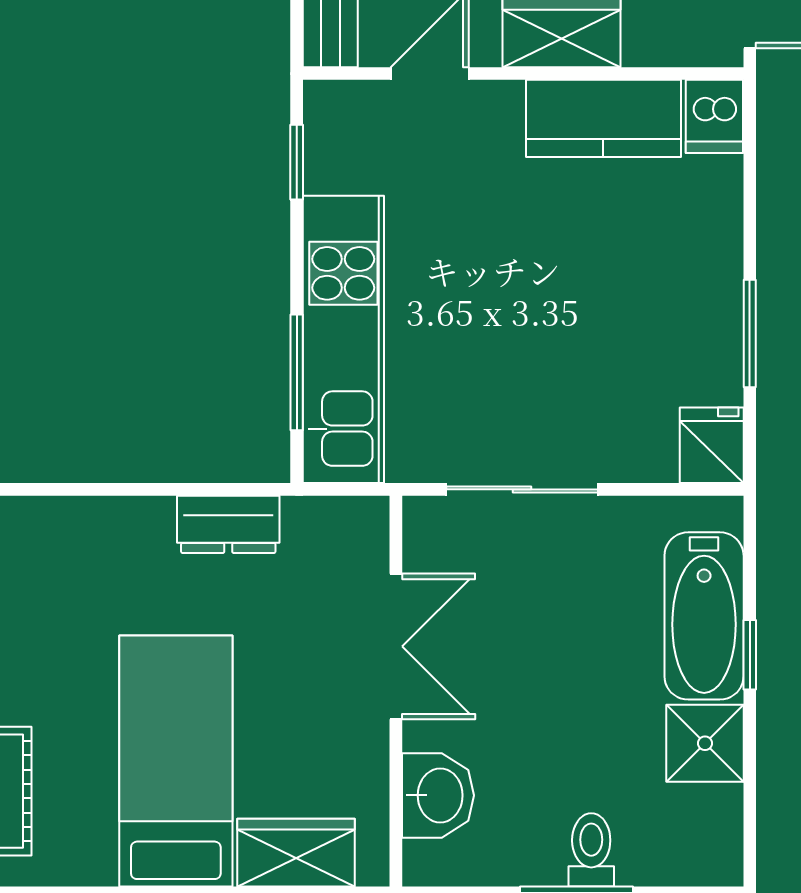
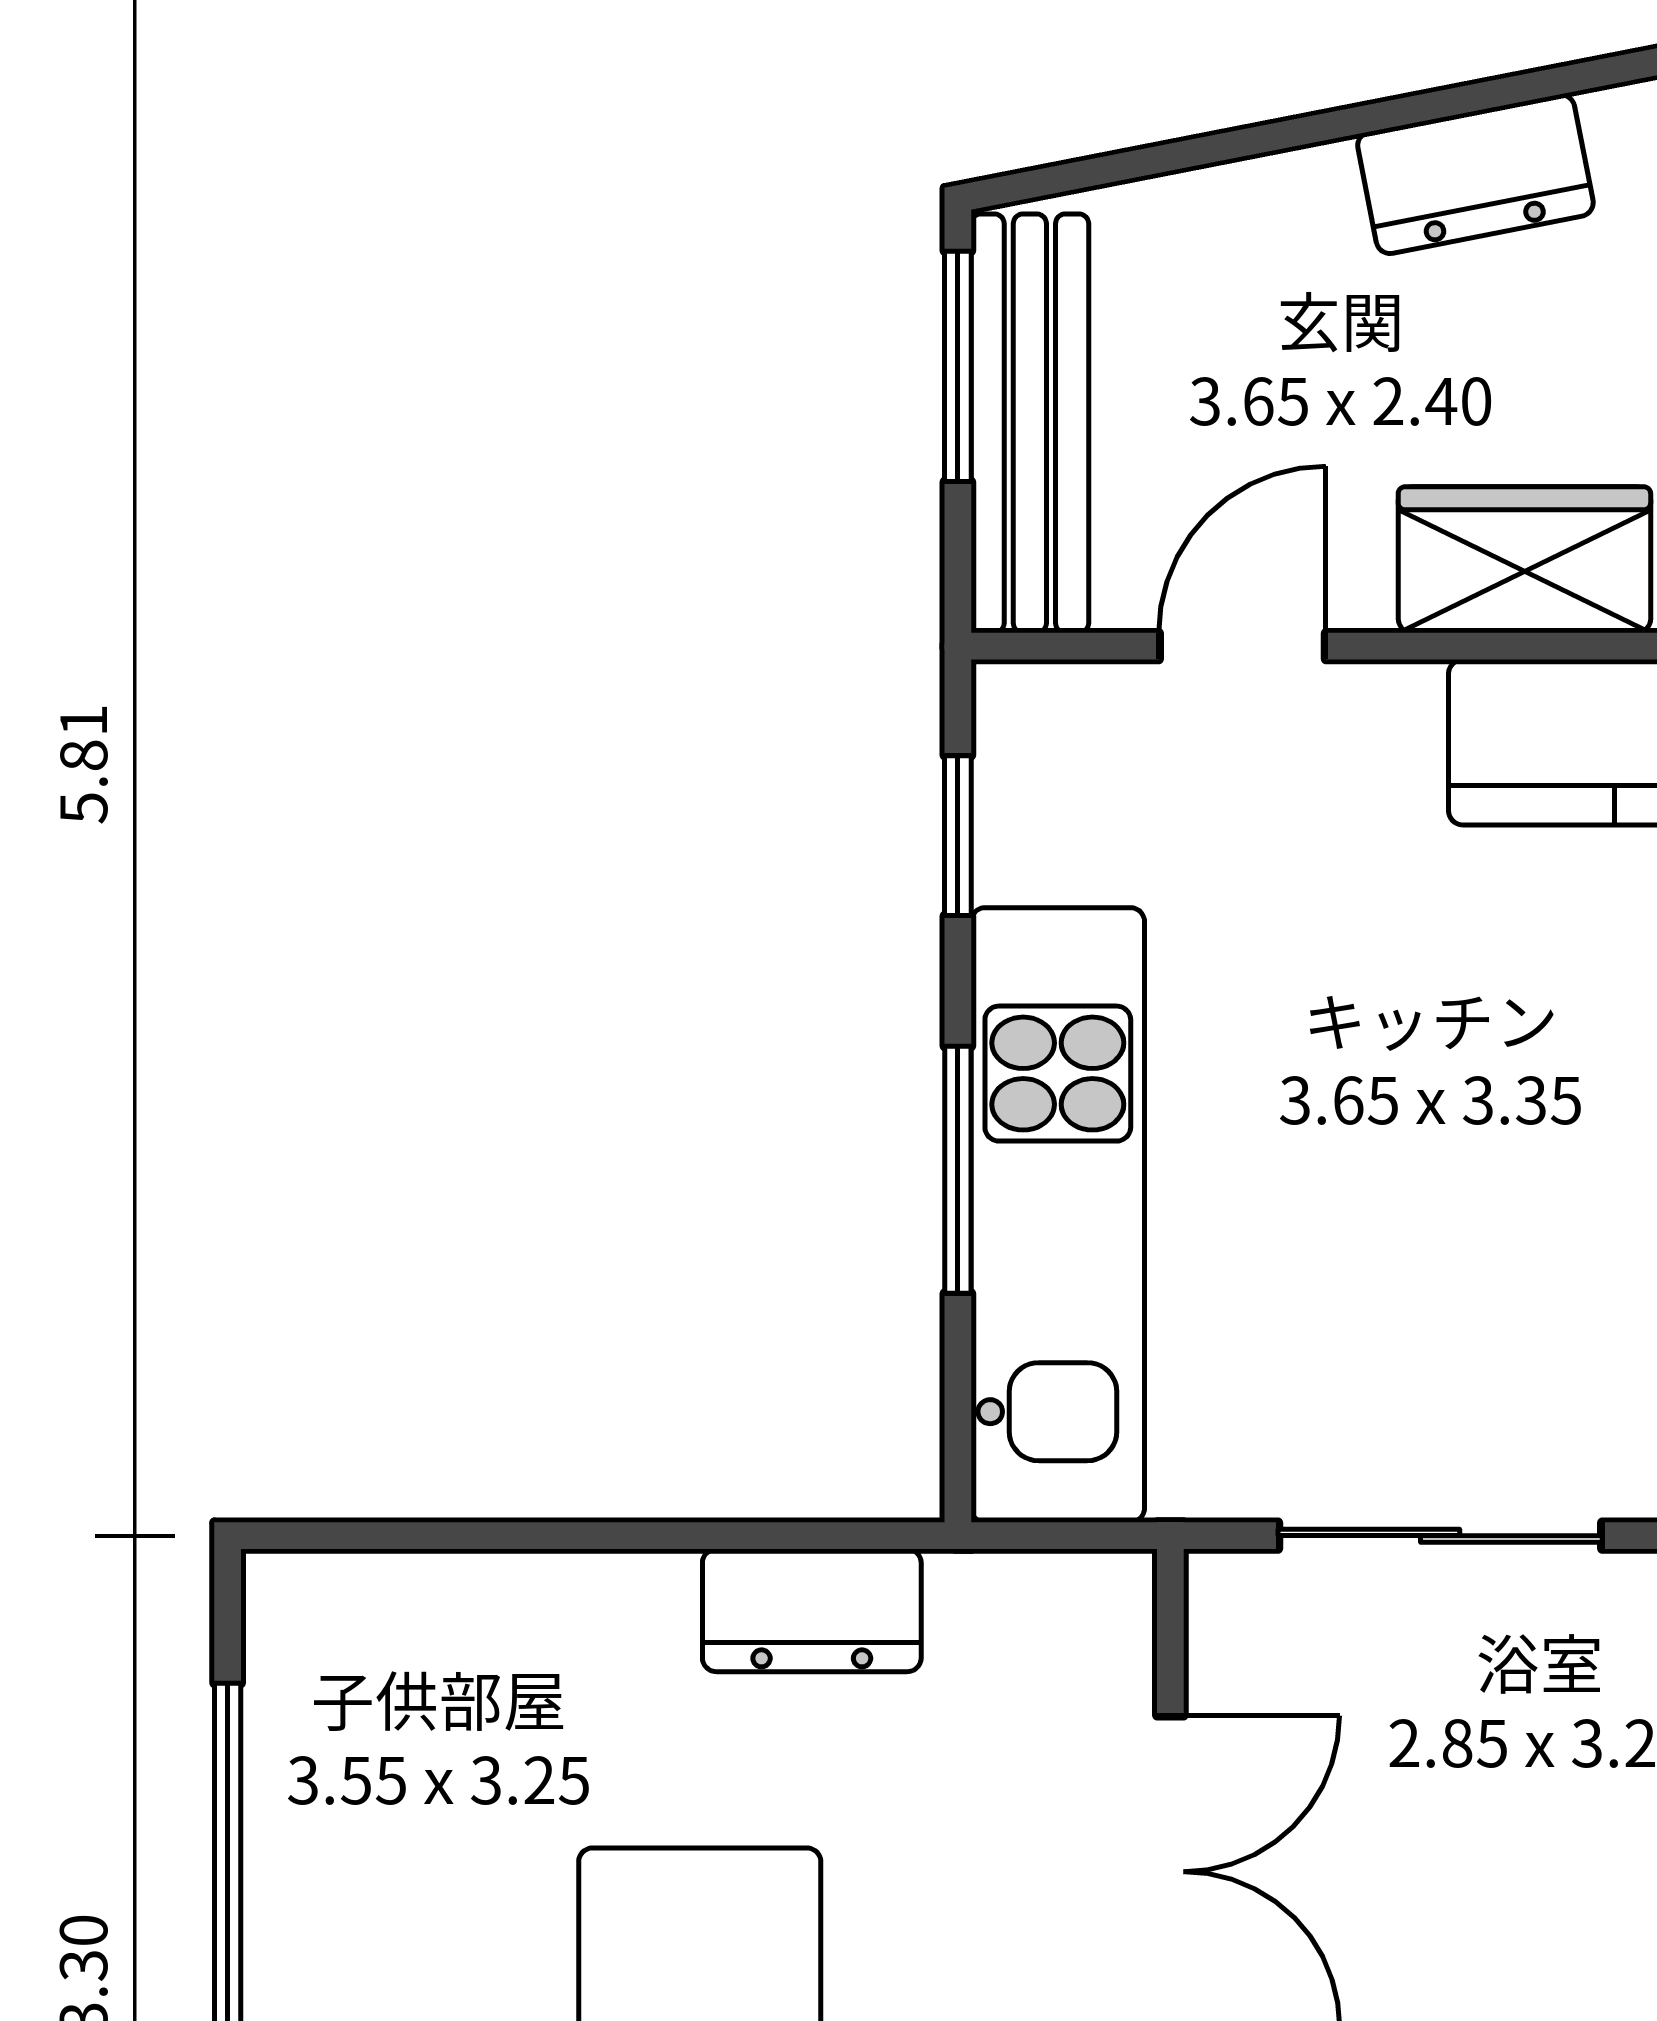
window: (297, 372) -> (958, 1170), moved

